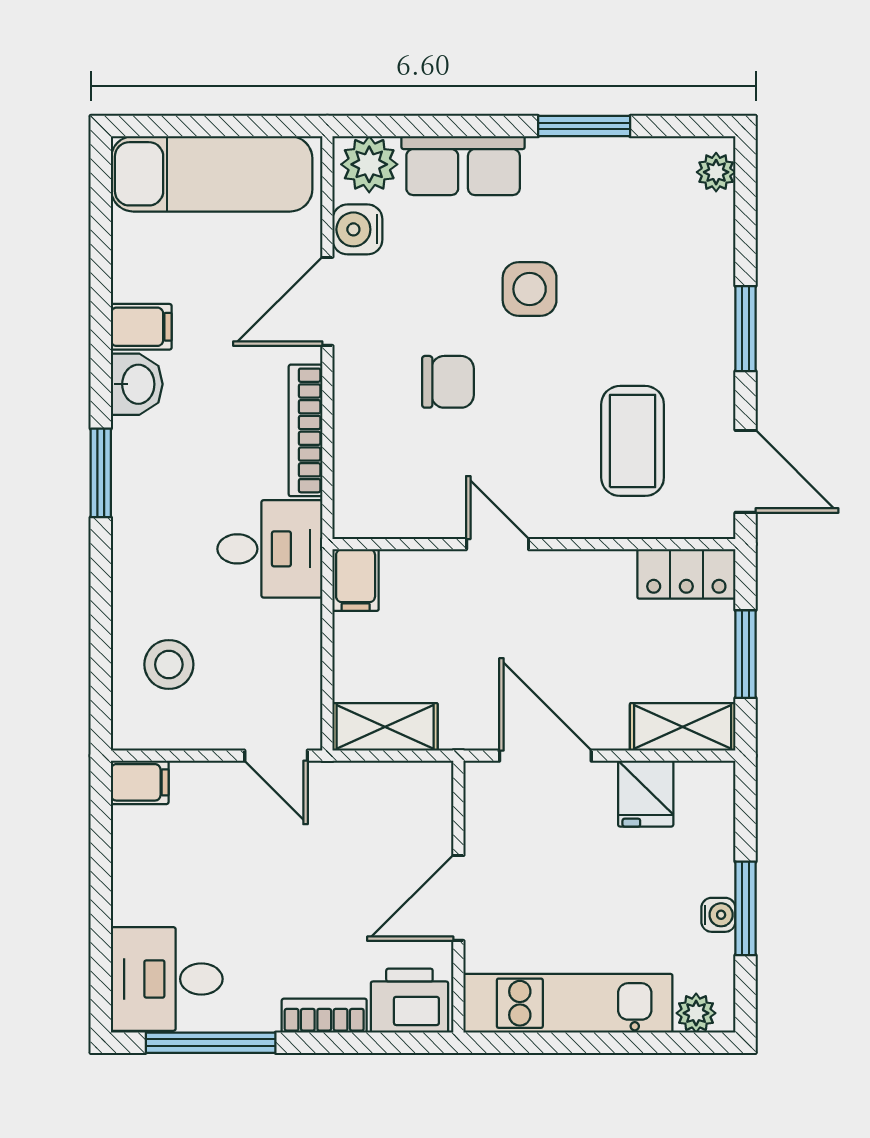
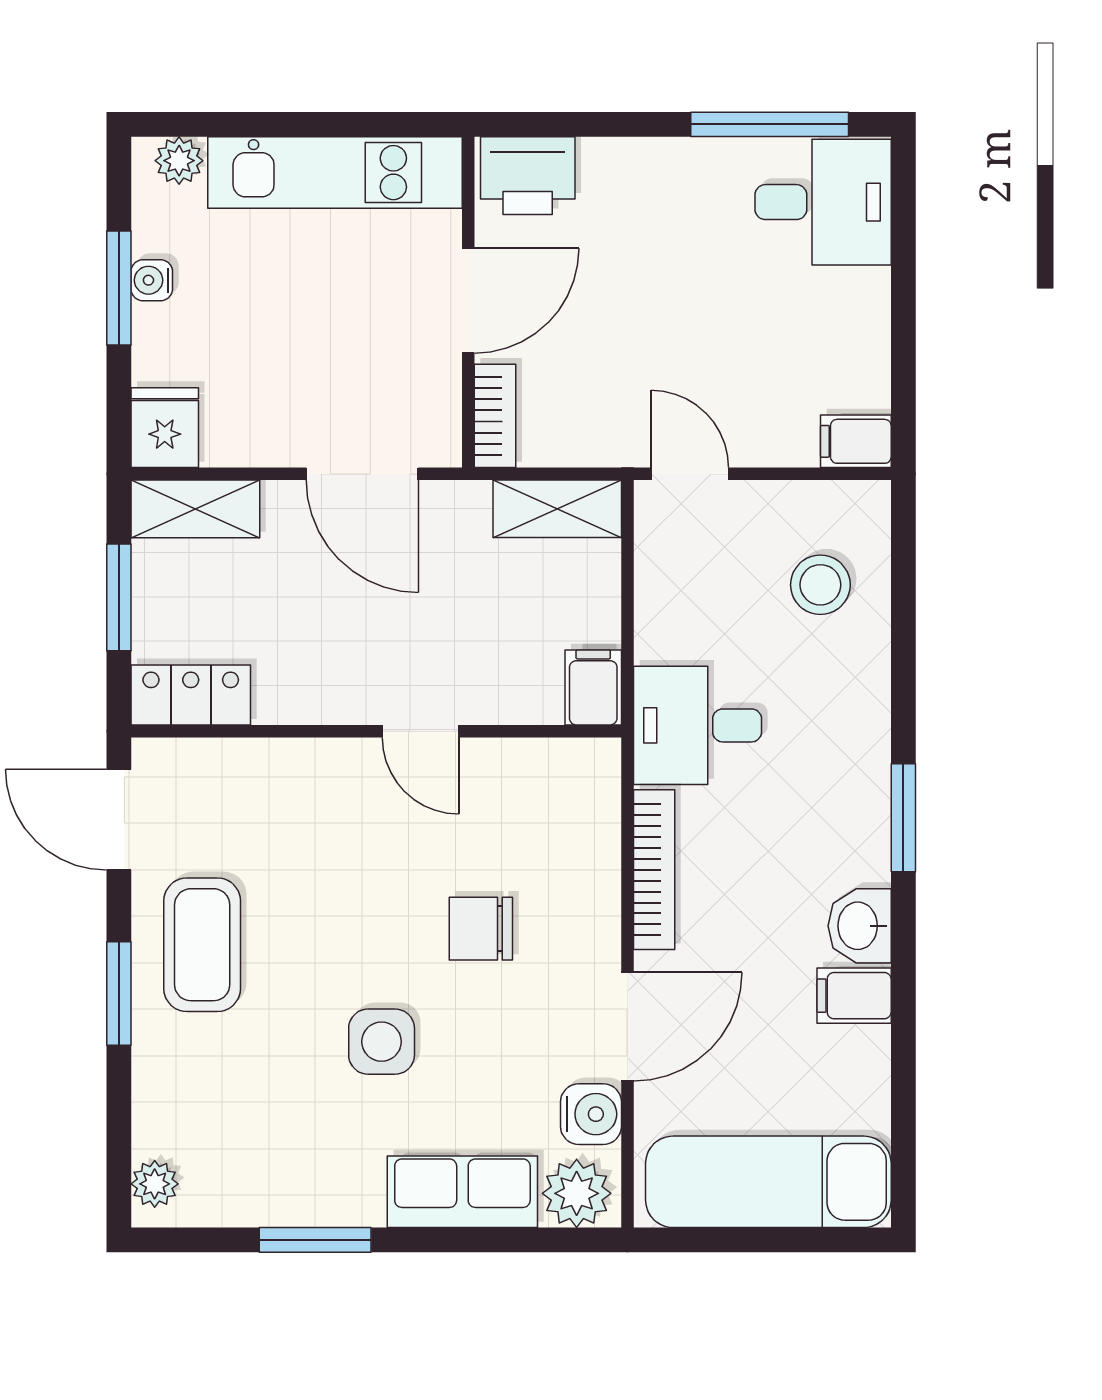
coffee table: (633, 441) -> (202, 945), moved
fridge: (646, 794) -> (165, 428), moved
bookcase: (324, 1016) -> (495, 416), moved, turned -90

